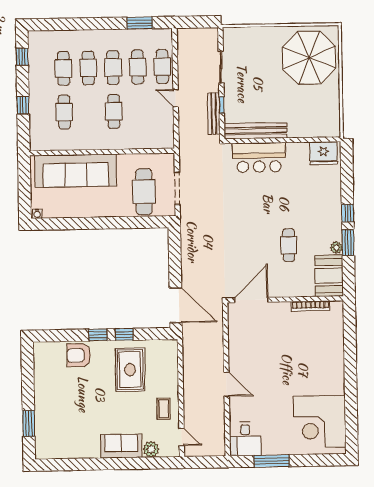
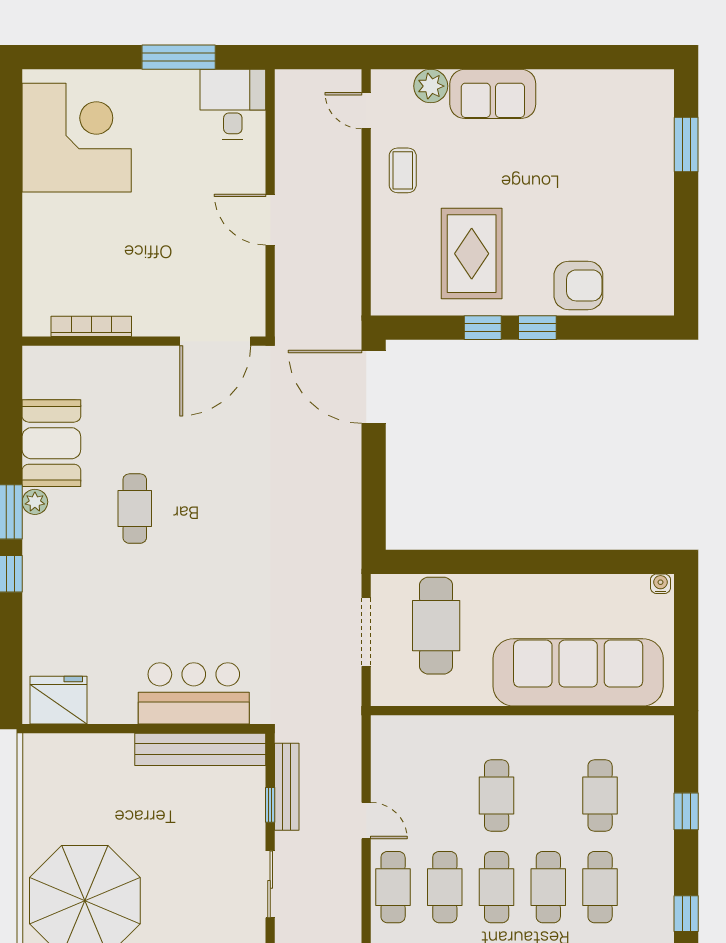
wall: (285, 299) -> (144, 341), moved
door: (251, 300) -> (215, 341), moved
bookcase: (311, 306) -> (91, 326), moved

